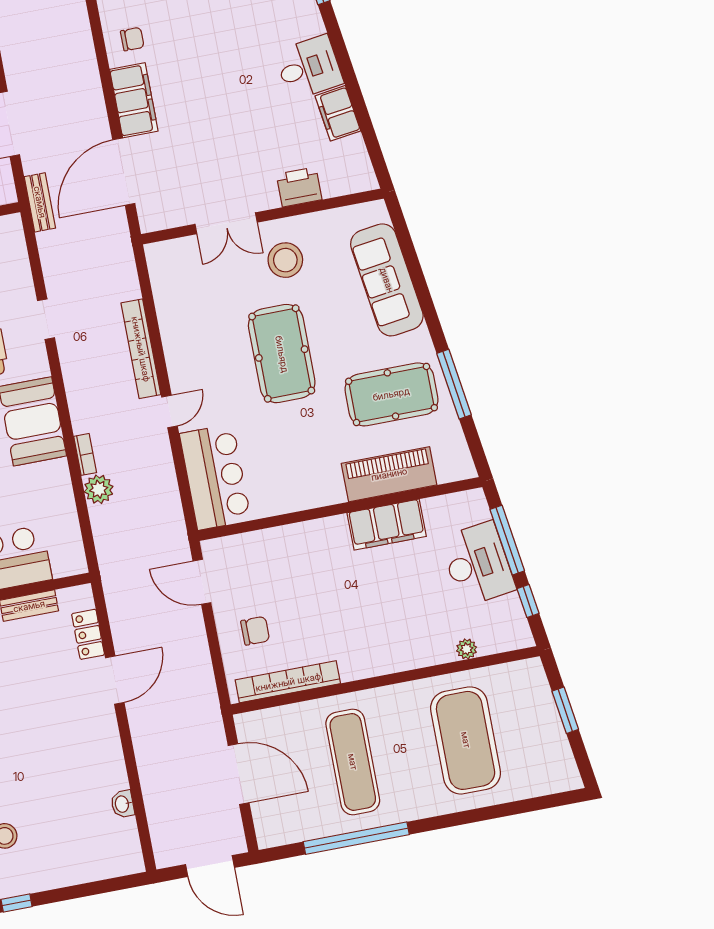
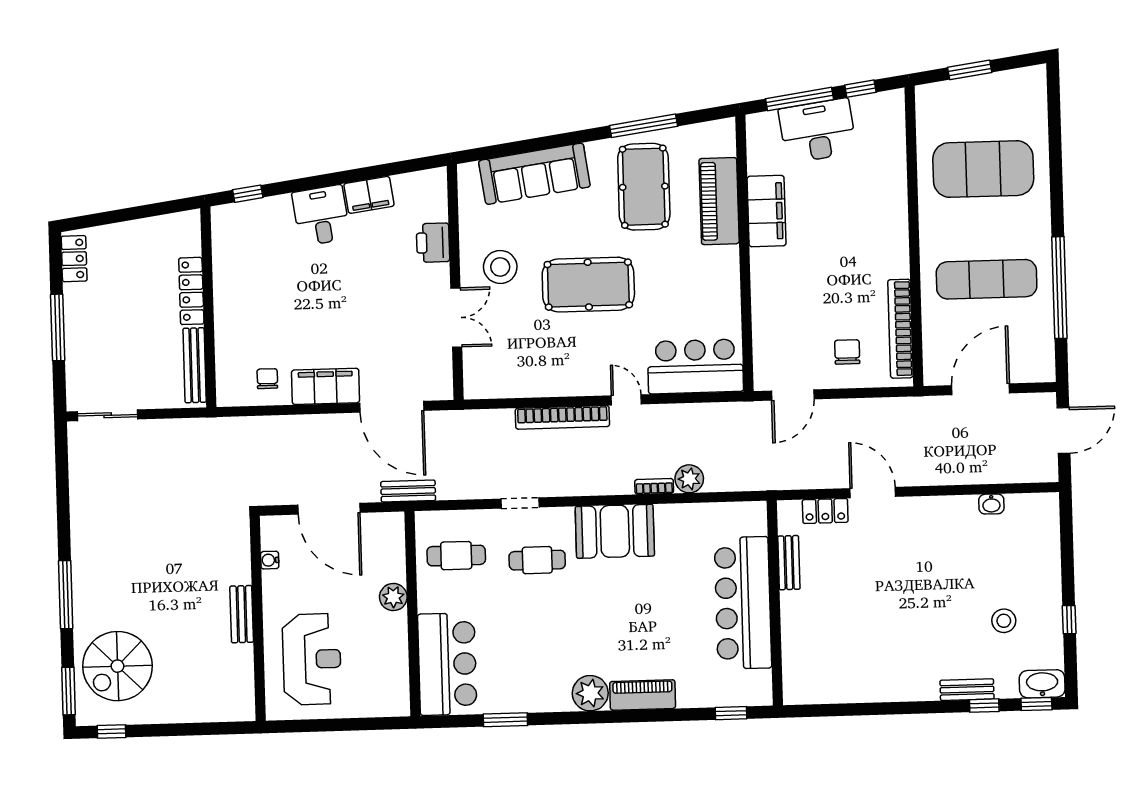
plant: (467, 649) -> (897, 154), removed

